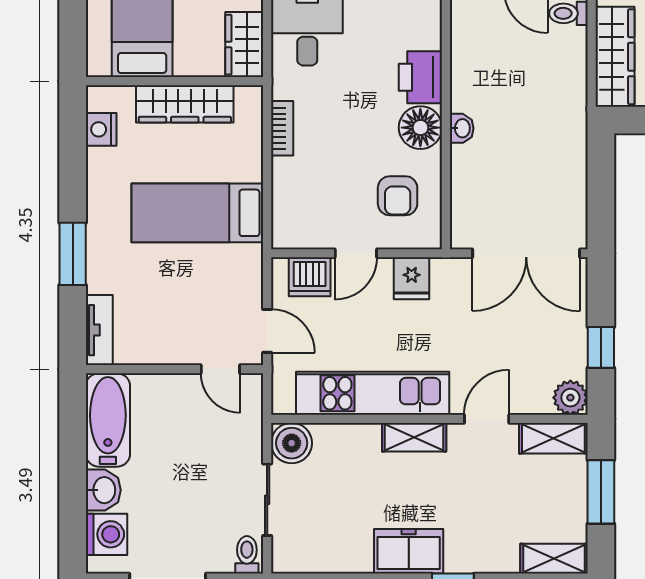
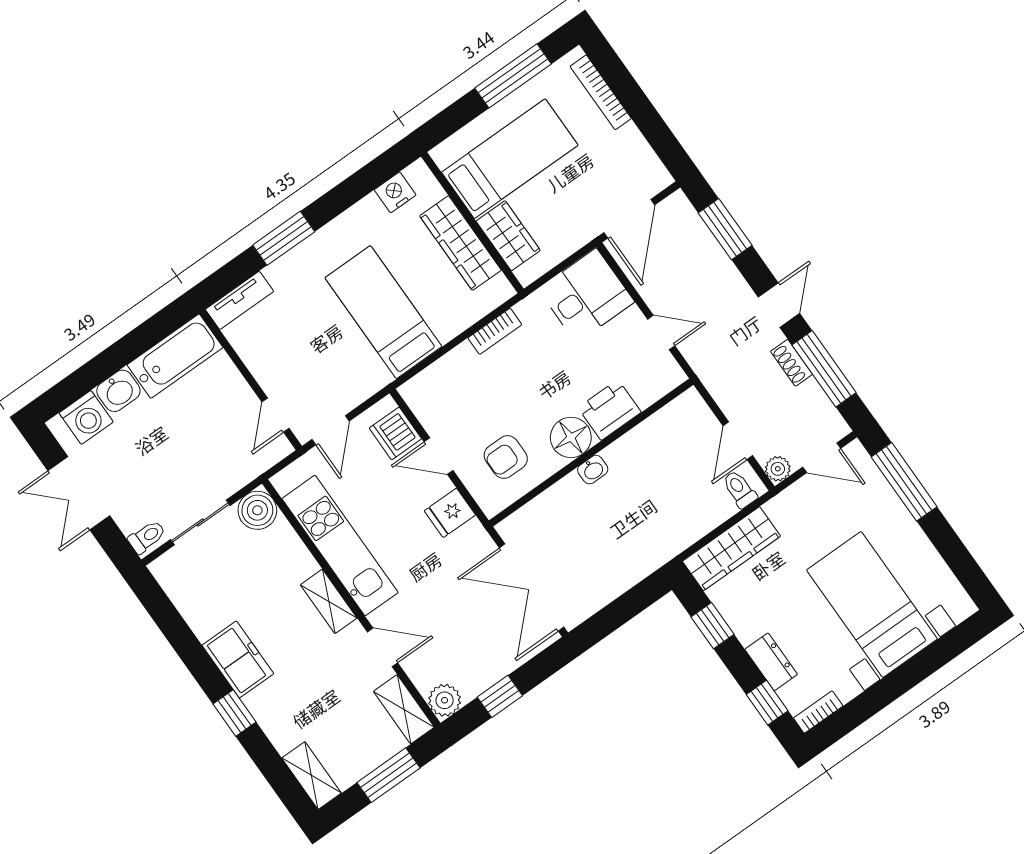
wardrobe: (244, 45) -> (508, 236), moved, turned 90

